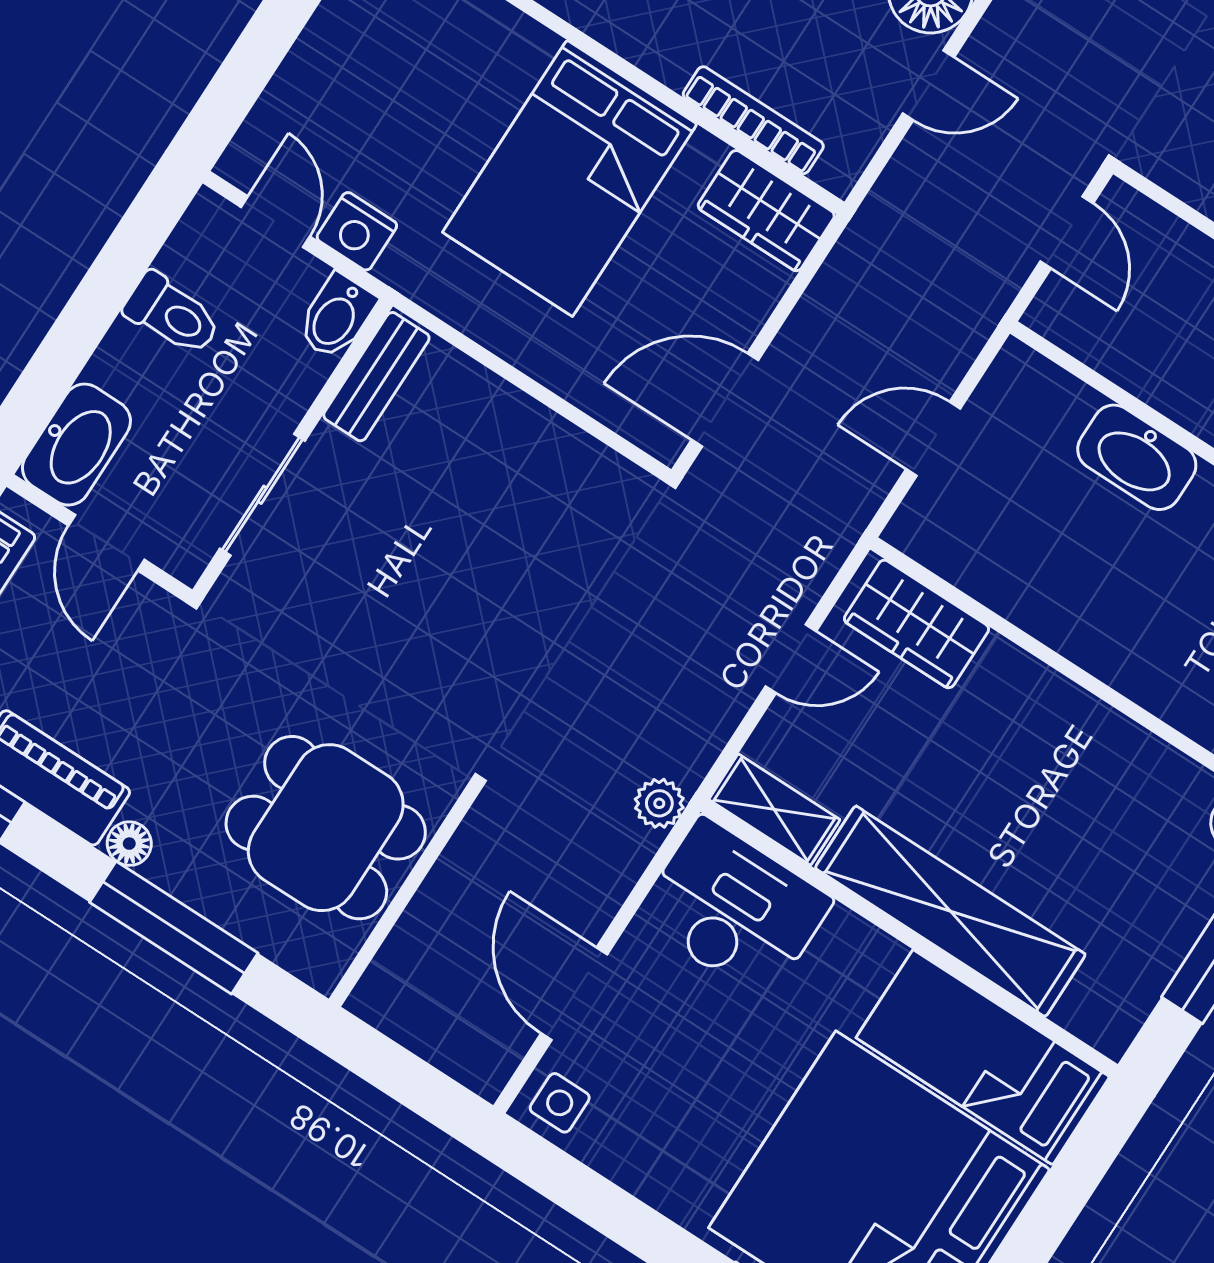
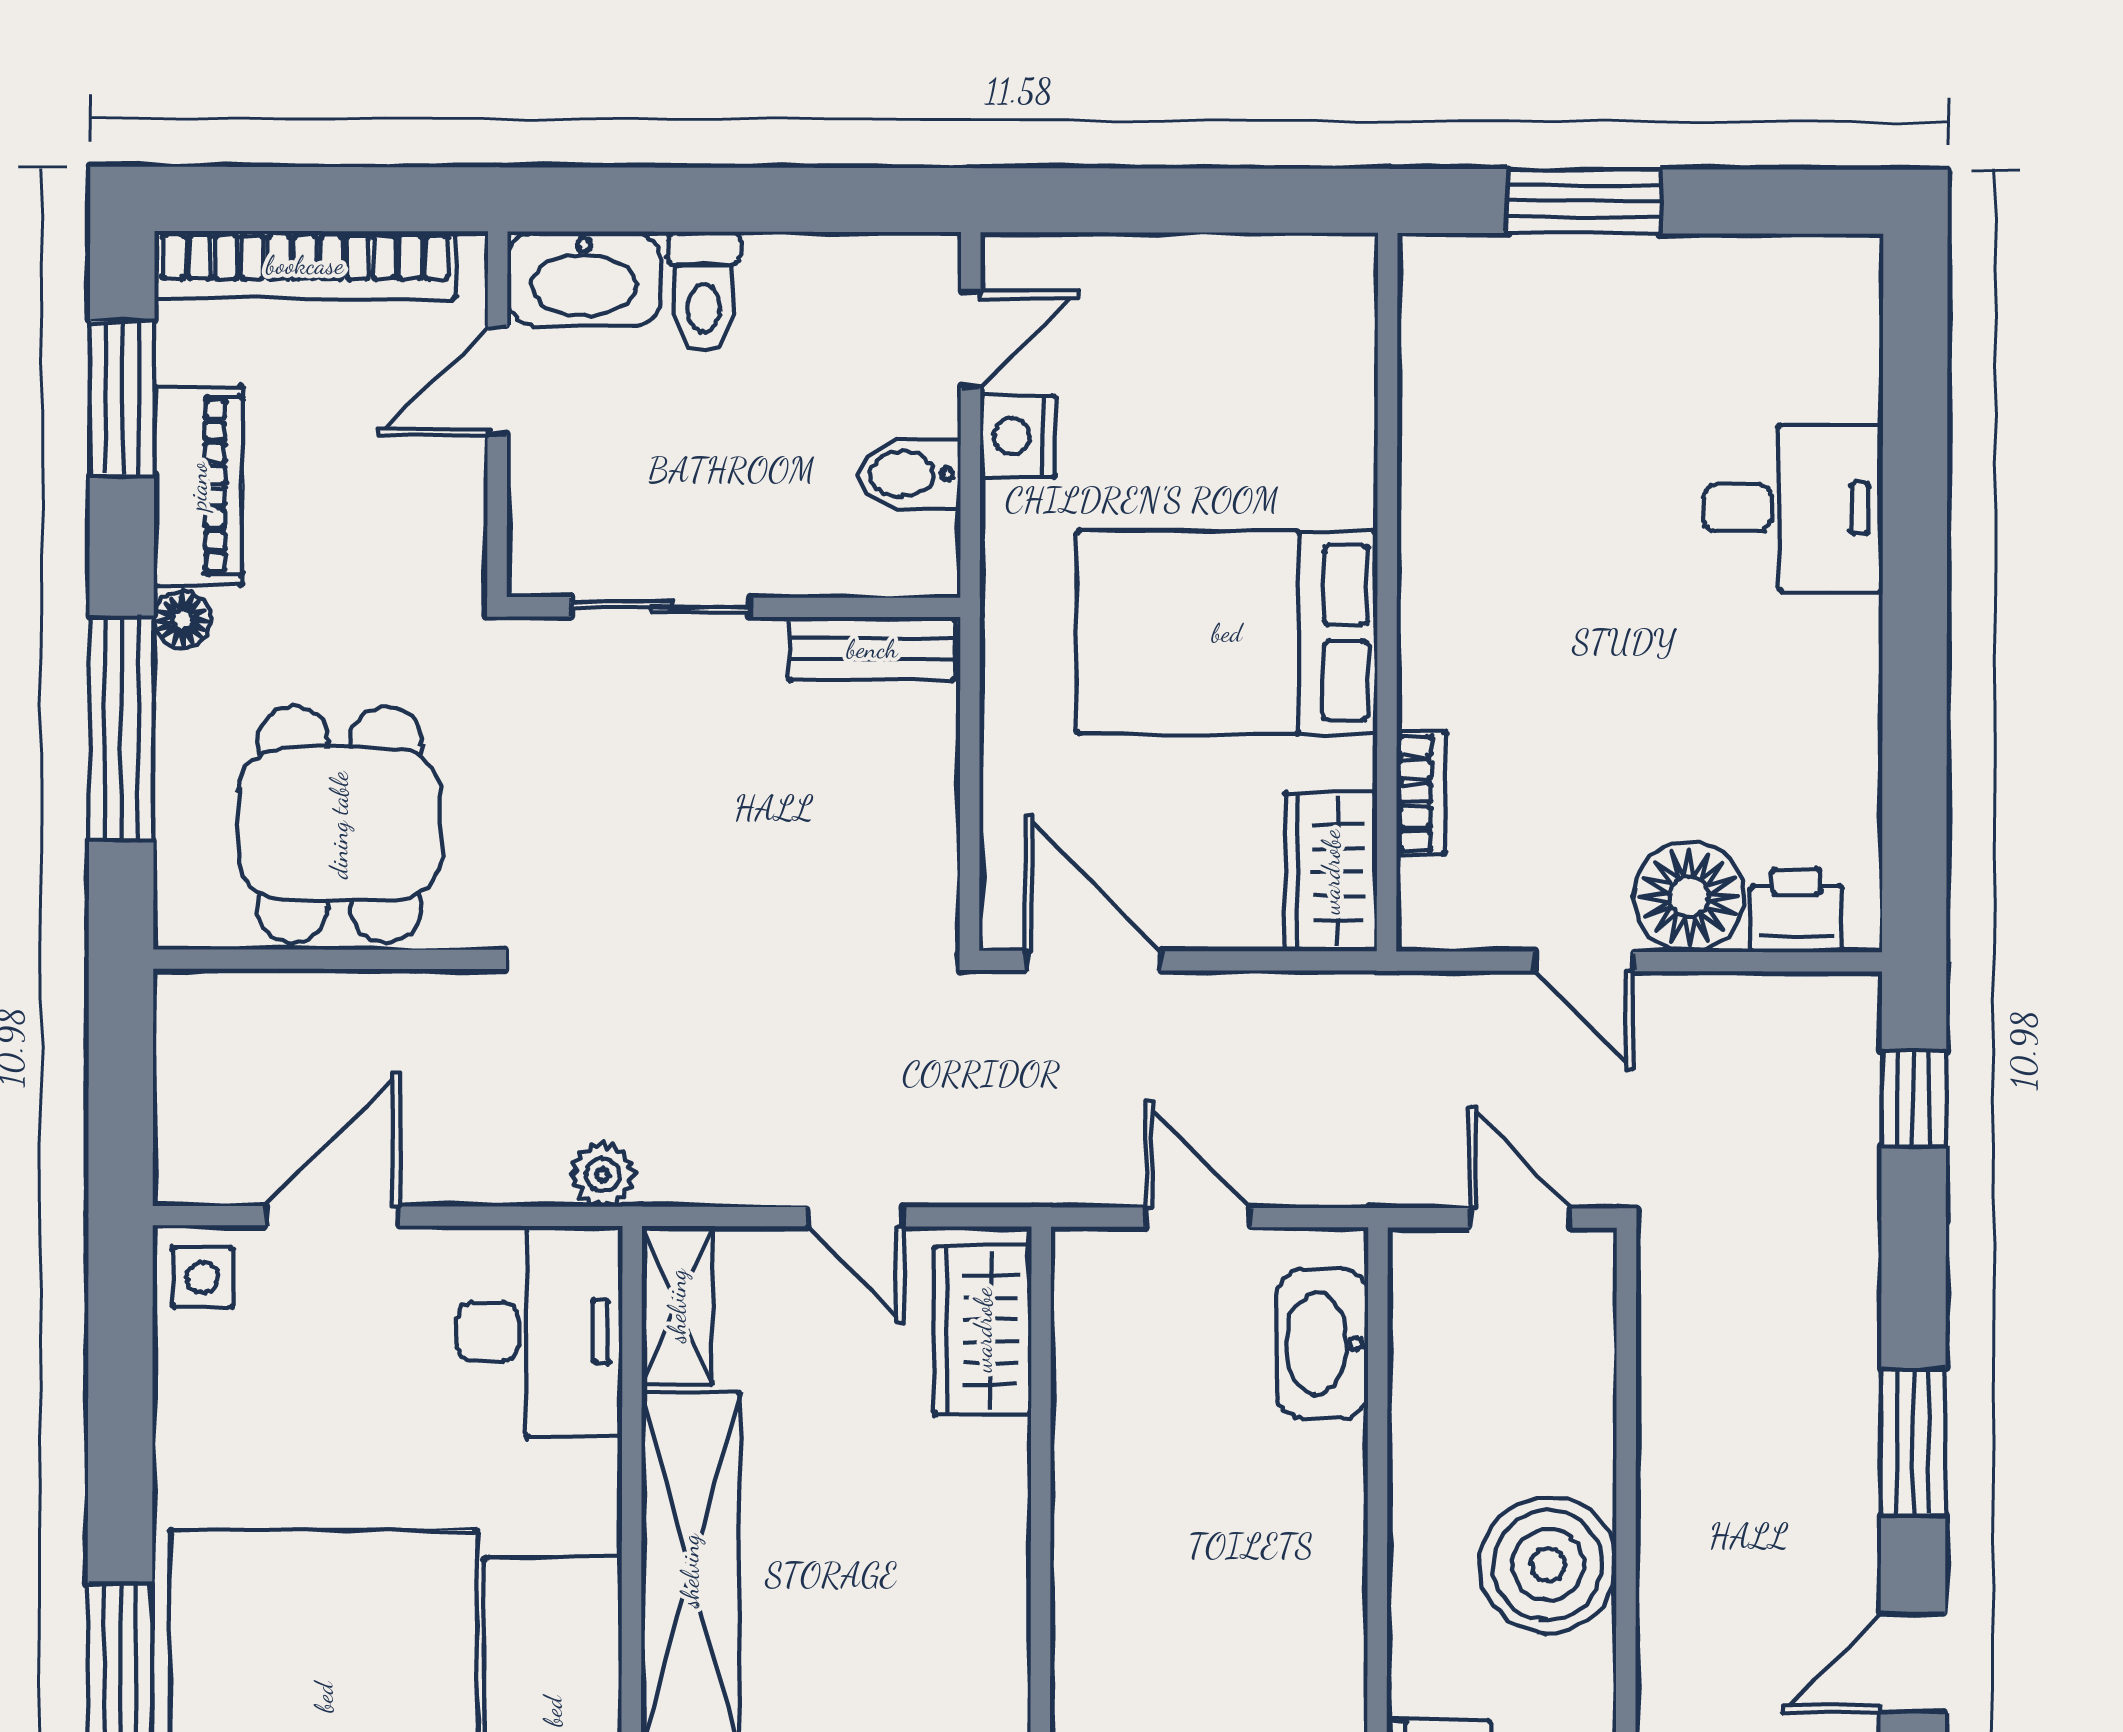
bookcase: (753, 120) -> (1421, 793), width x0.64
door: (1067, 232) -> (1520, 1218), swing flipped
toilet: (172, 314) -> (704, 291), moved
bench: (376, 377) -> (872, 649), moved
wall: (293, 448) -> (734, 607), moved
washbasin: (1137, 457) -> (1322, 1344), moved
sliding door: (262, 495) -> (661, 607), moved

